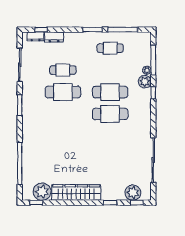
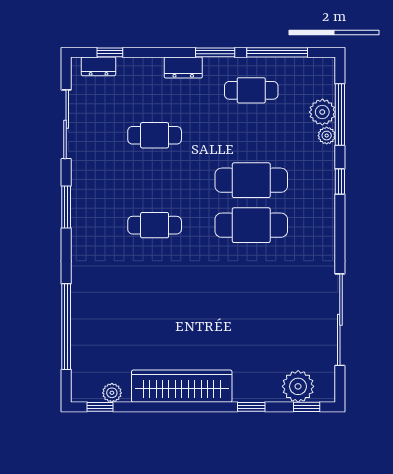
dresser: (54, 37) -> (183, 67), moved
plant: (145, 82) -> (322, 112), moved
cafe table: (63, 92) -> (155, 225), moved, width x0.73, depth x0.74
plant: (42, 192) -> (112, 393), width x0.53, depth x0.53

